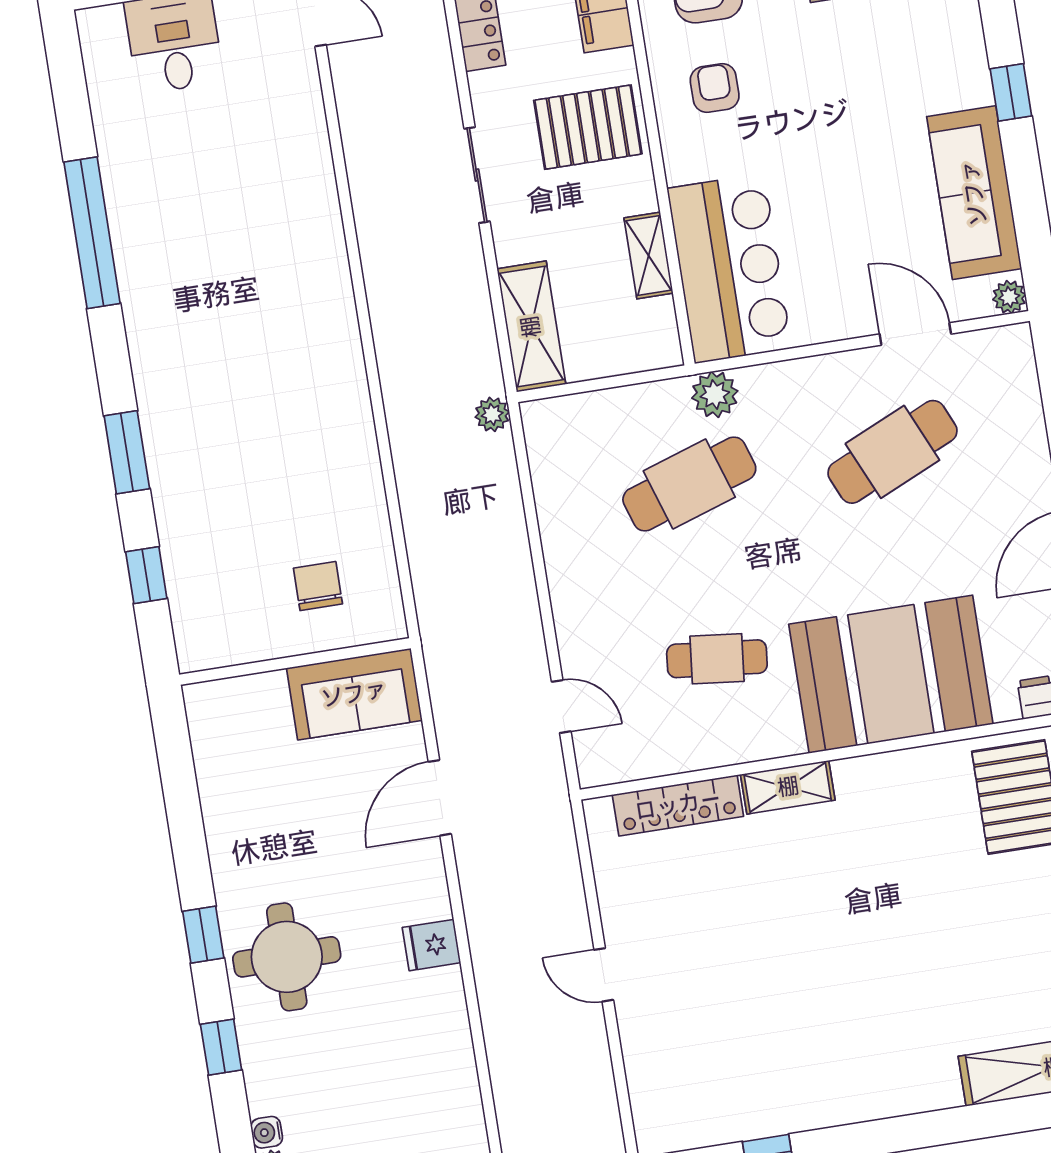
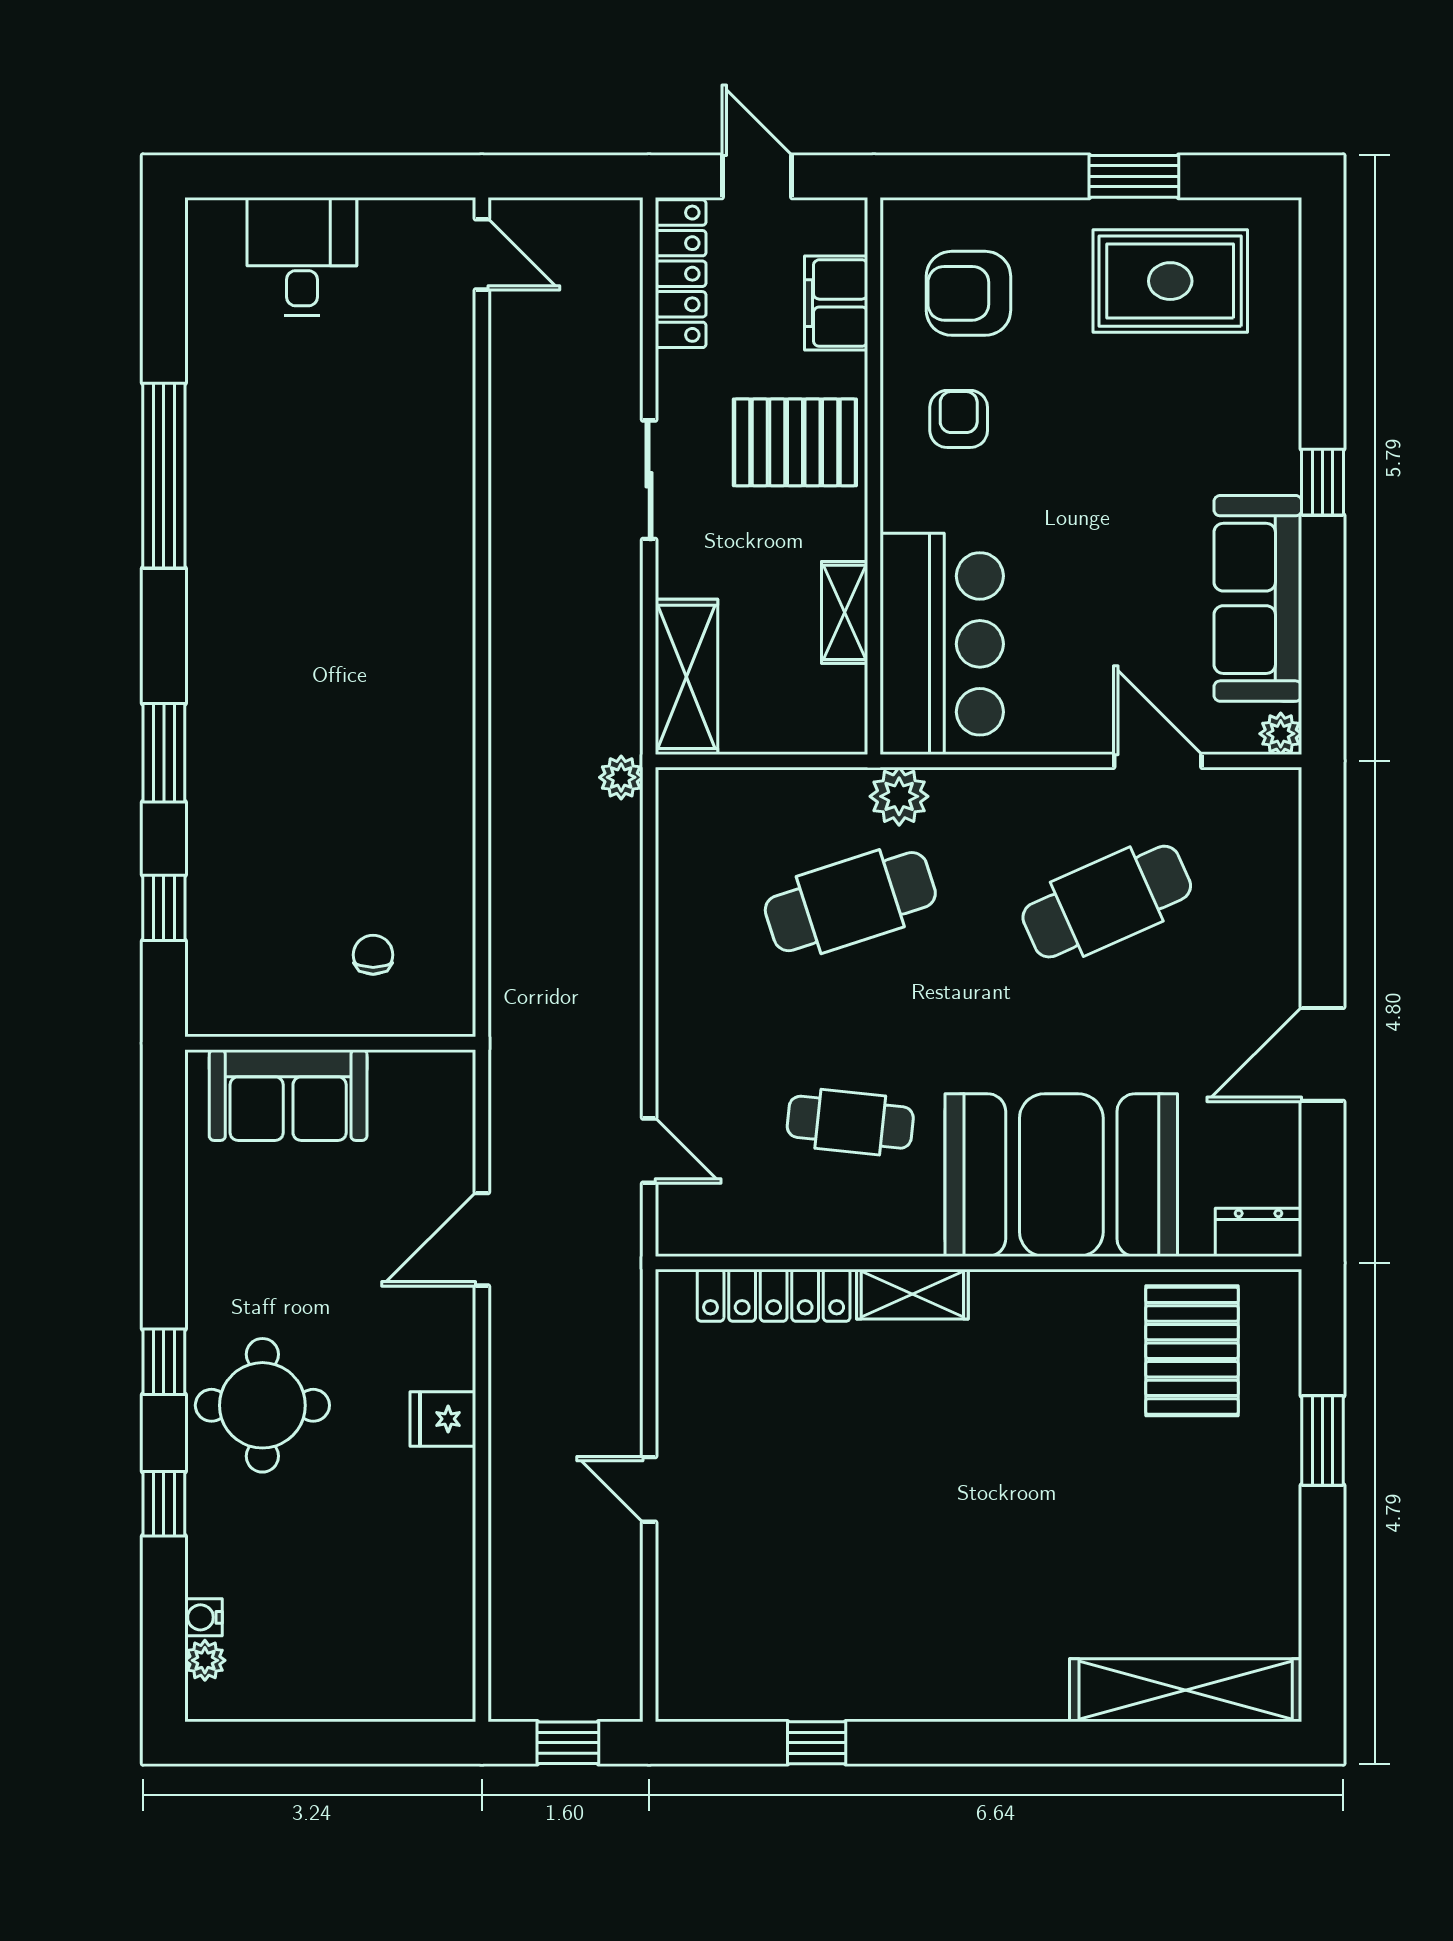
chair: (318, 586) -> (373, 955), width x0.73, depth x0.73
sofa: (354, 694) -> (288, 1095), moved

